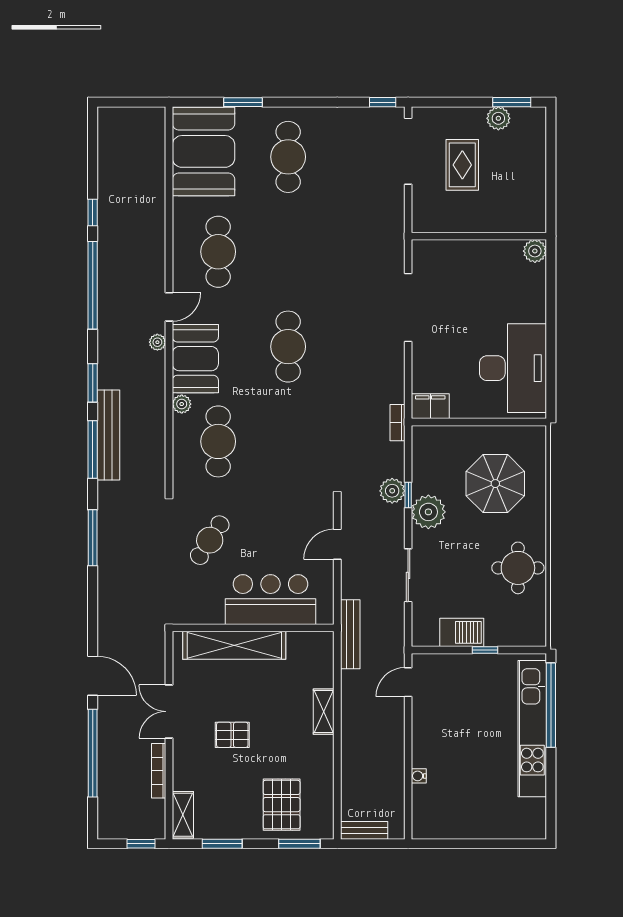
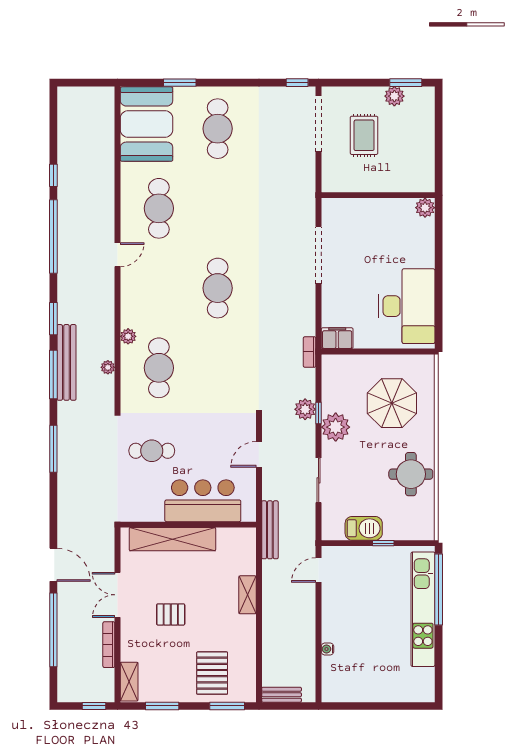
plant: (157, 342) -> (108, 367), moved
booth: (195, 359) -> (140, 298), removed
cafe table: (210, 540) -> (152, 451), turned 57

